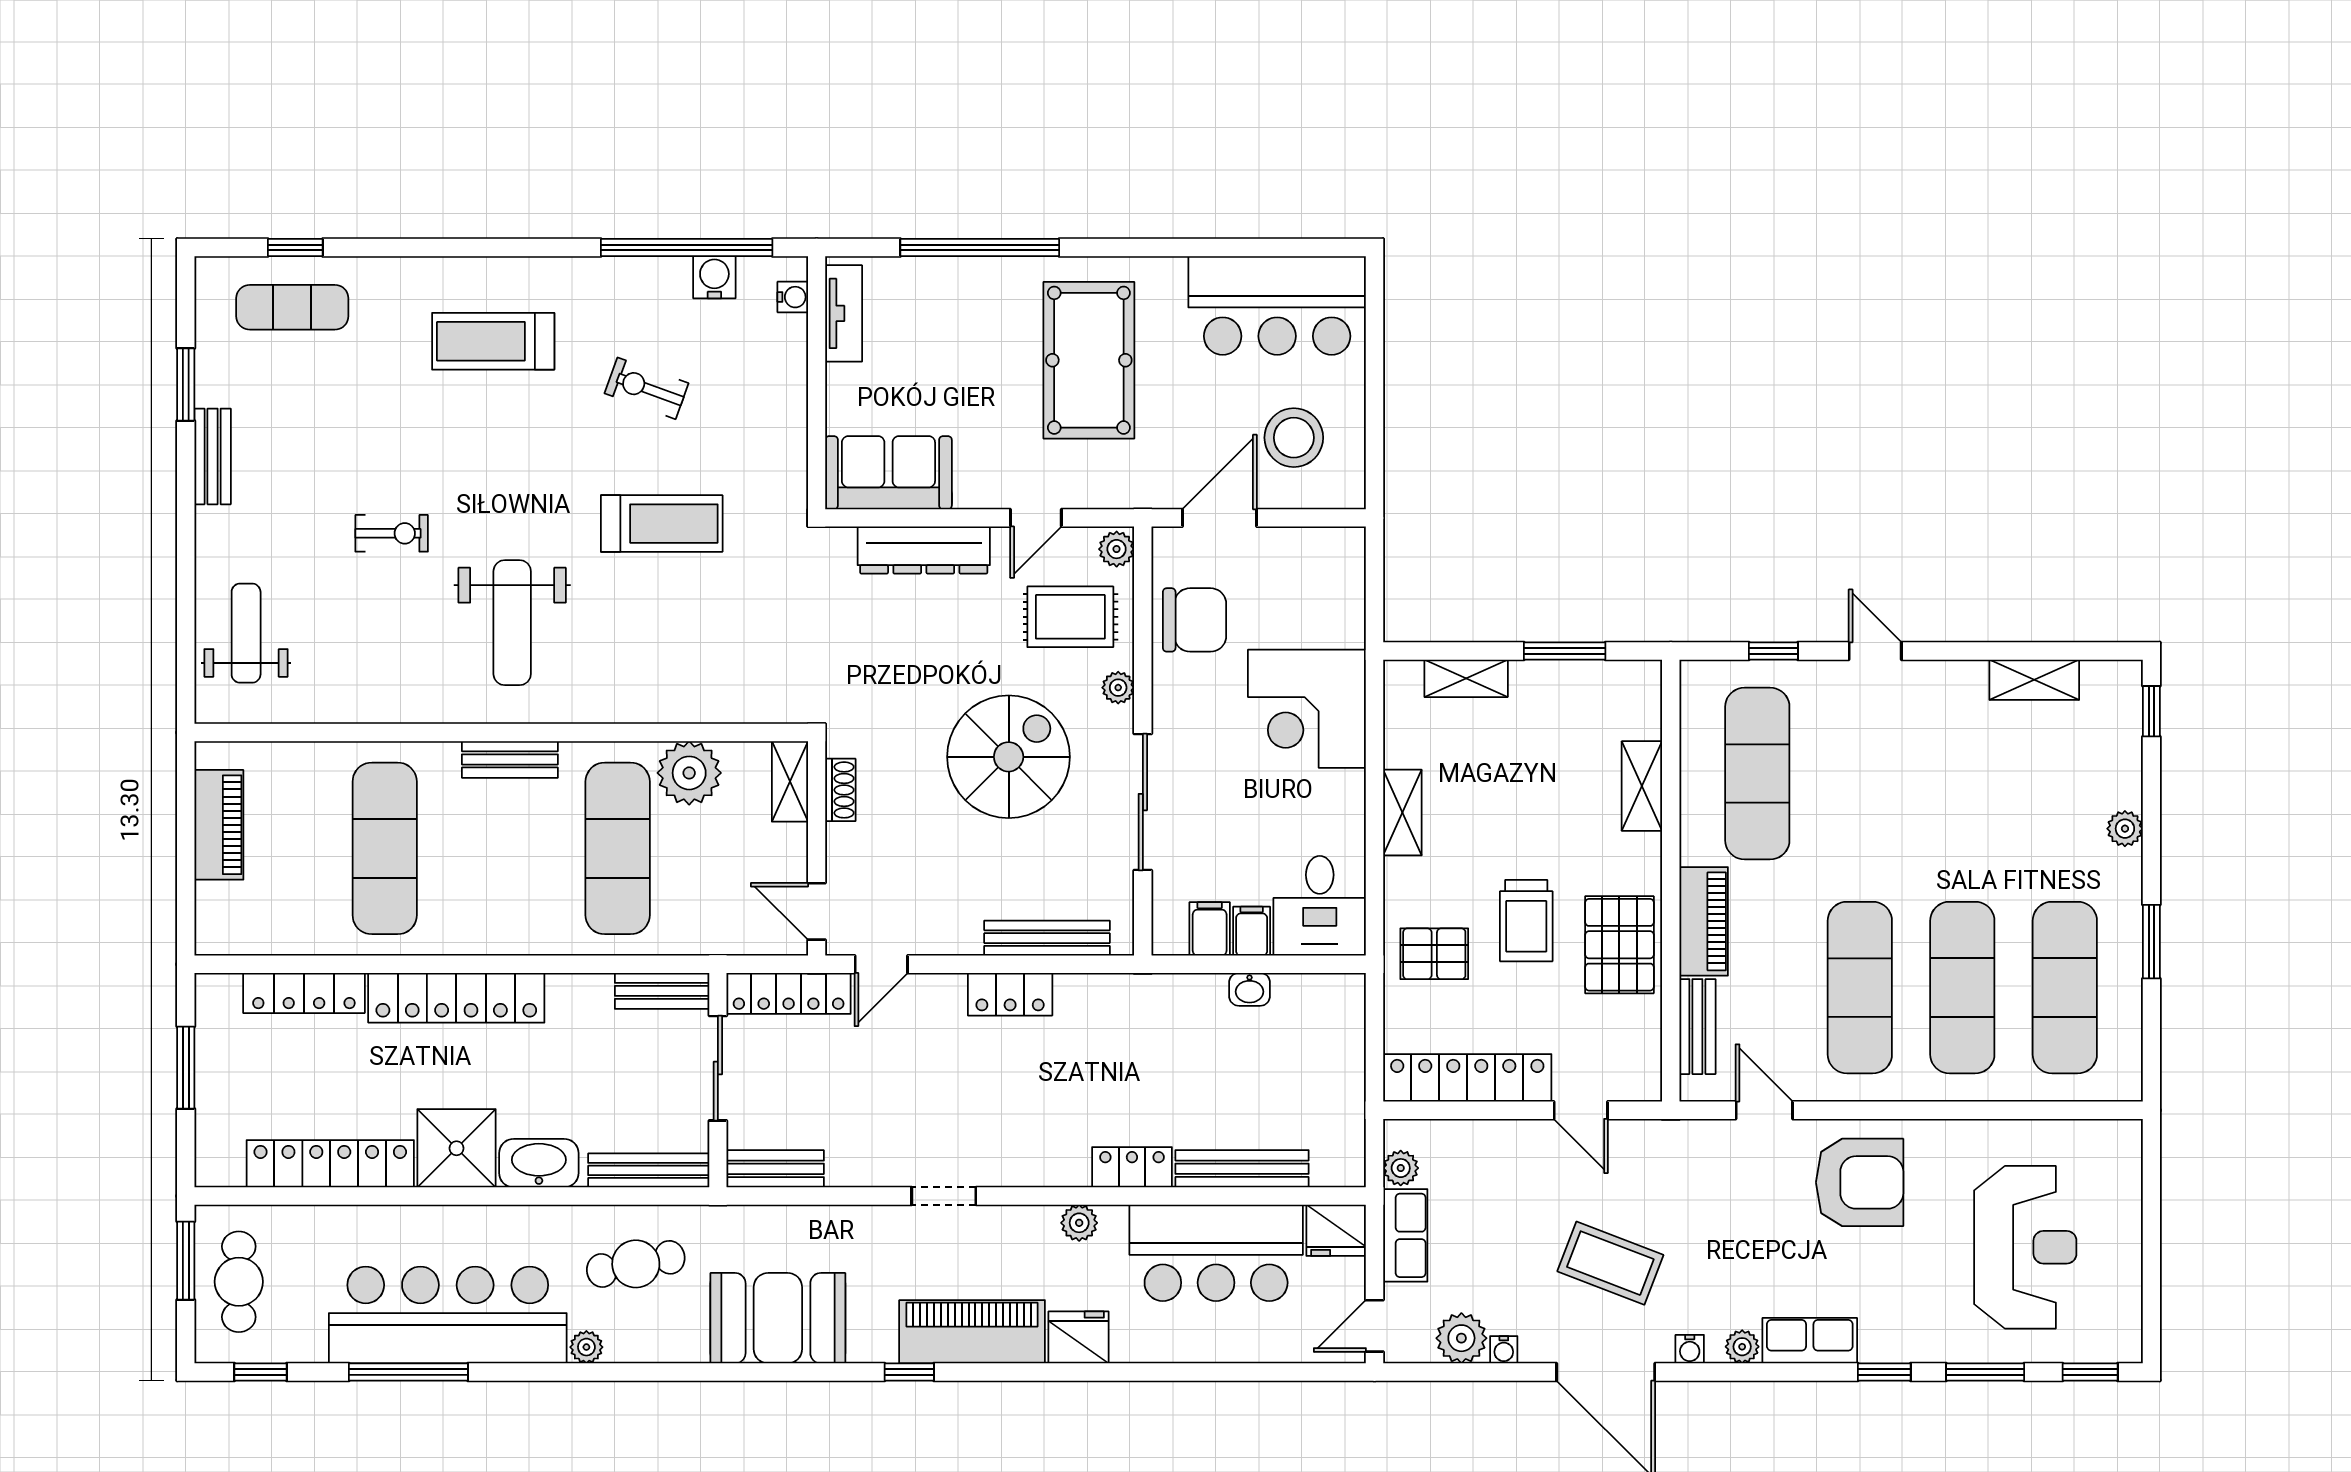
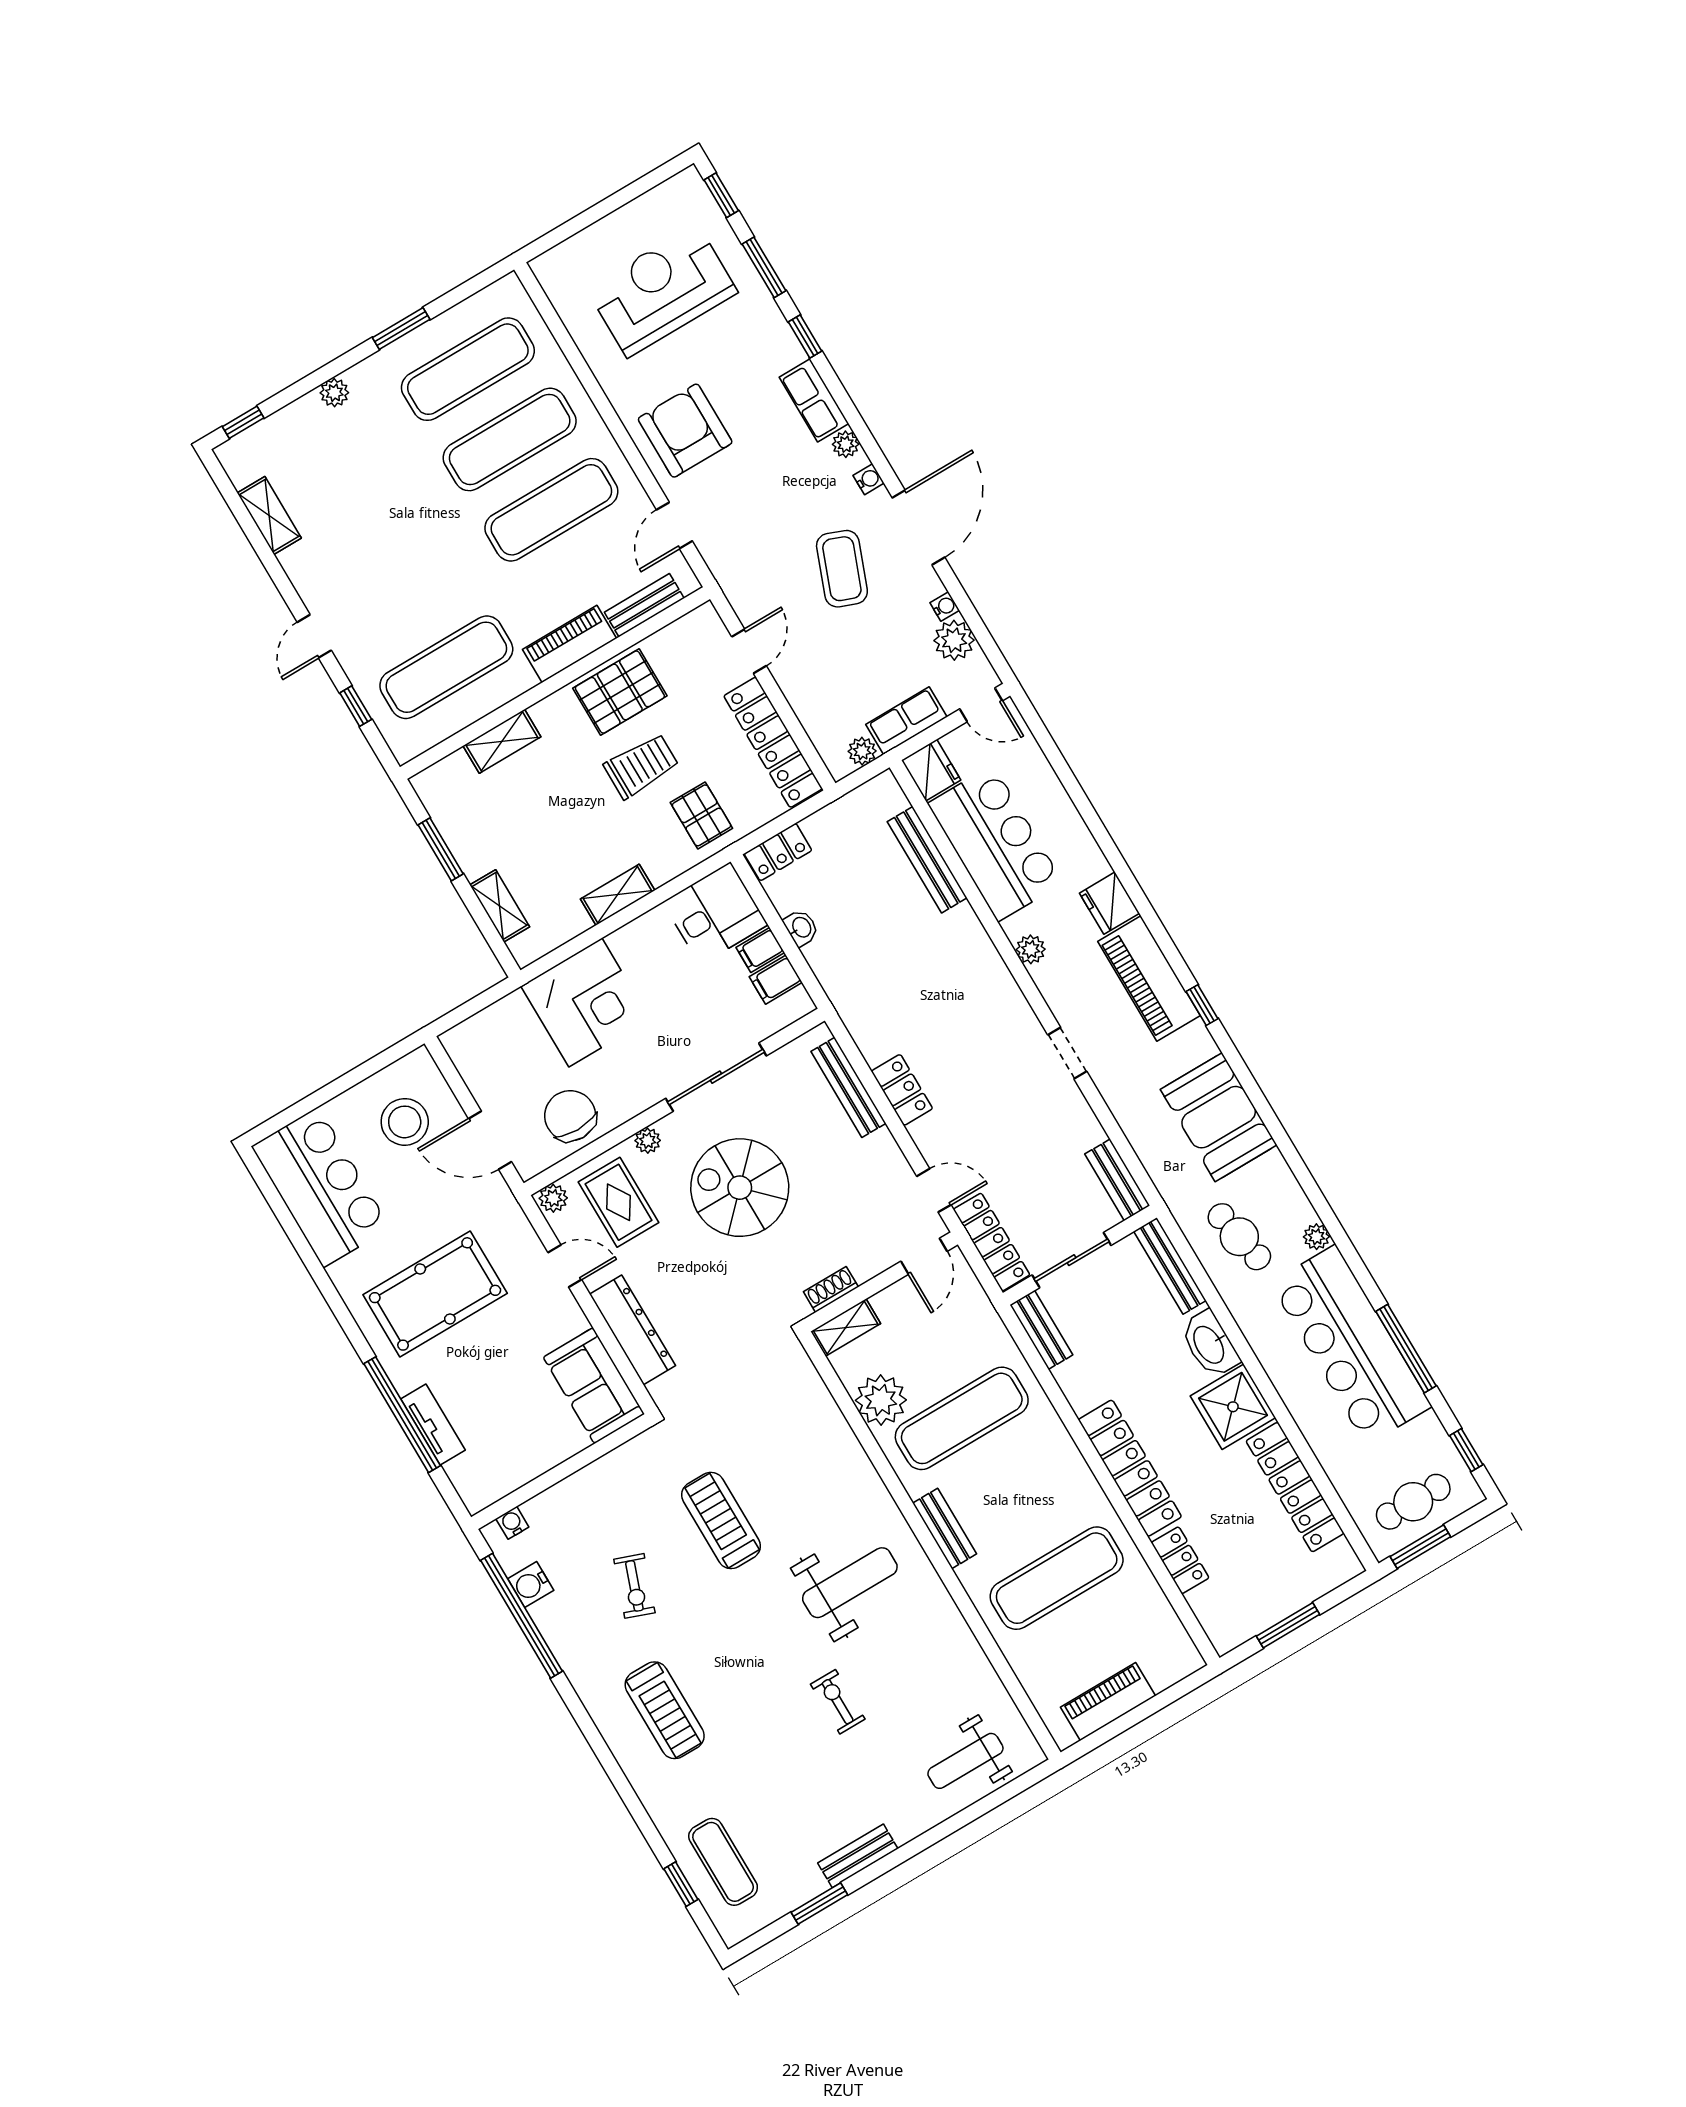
tv unit: (844, 313) -> (433, 1424), moved, turned 90
locker: (304, 993) -> (1180, 1560), width x0.66
locker: (1132, 1167) -> (778, 852), moved, turned -90

